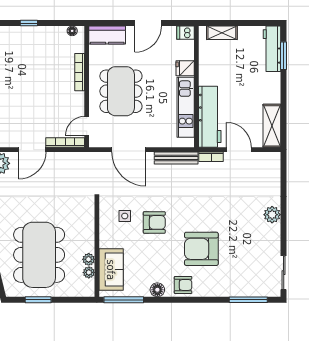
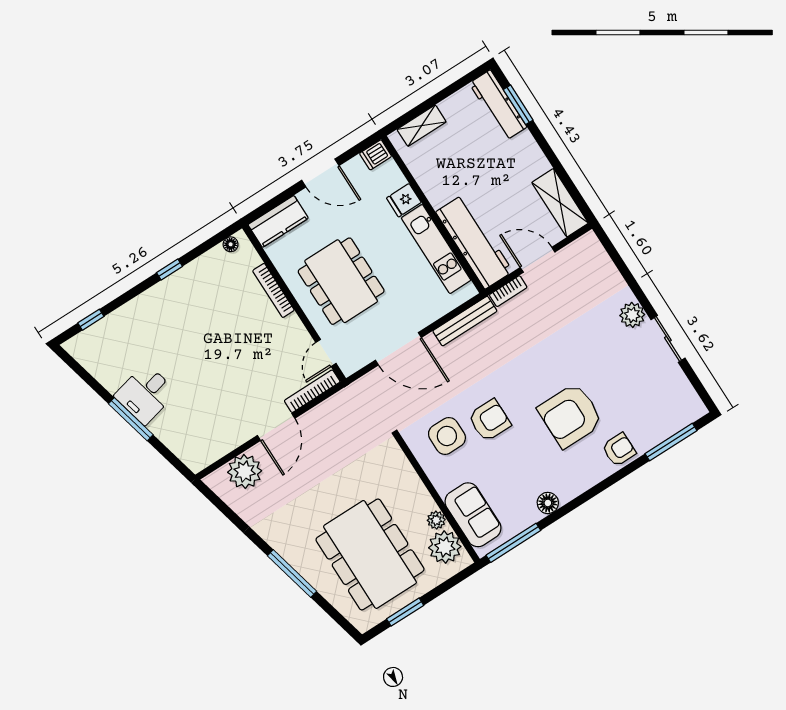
door: (148, 23) -> (320, 173), hinge flipped
side table: (125, 216) -> (447, 436), width x1.87, depth x1.87
plant: (89, 272) -> (445, 547), width x1.87, depth x1.87
sliding door: (284, 273) -> (668, 339), moved
armchair: (183, 285) -> (619, 450), moved

